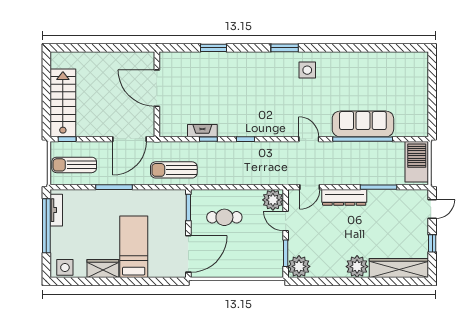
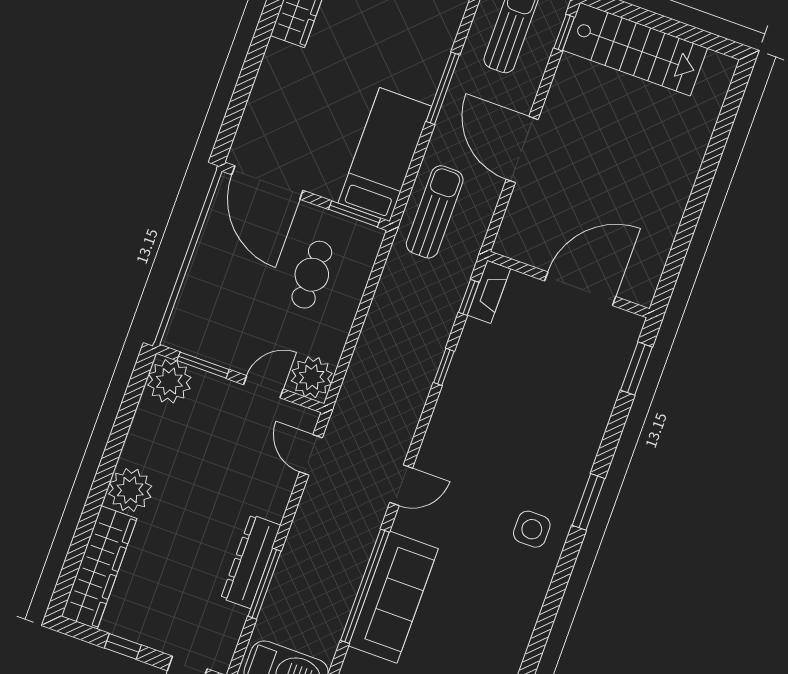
door: (157, 88) -> (580, 289), moved
wall: (157, 94) -> (568, 285), moved
dresser: (344, 197) -> (251, 562), moved
bed: (134, 247) -> (385, 155), moved, turned -90

